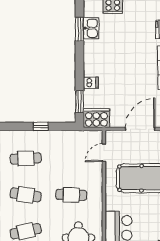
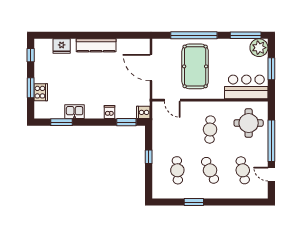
kitchen sink: (91, 28) -> (75, 112), moved
cooker: (96, 118) -> (143, 112), width x0.53, depth x0.76
cafe table: (26, 195) -> (210, 170), turned -33

